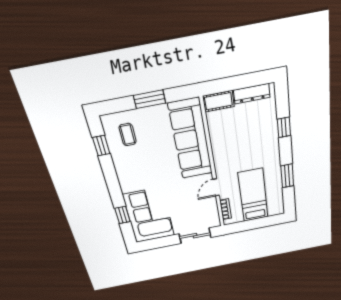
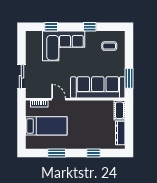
window: (150, 99) -> (129, 78), moved
window: (101, 146) -> (90, 27), moved
corner sofa: (149, 215) -> (64, 46), moved

